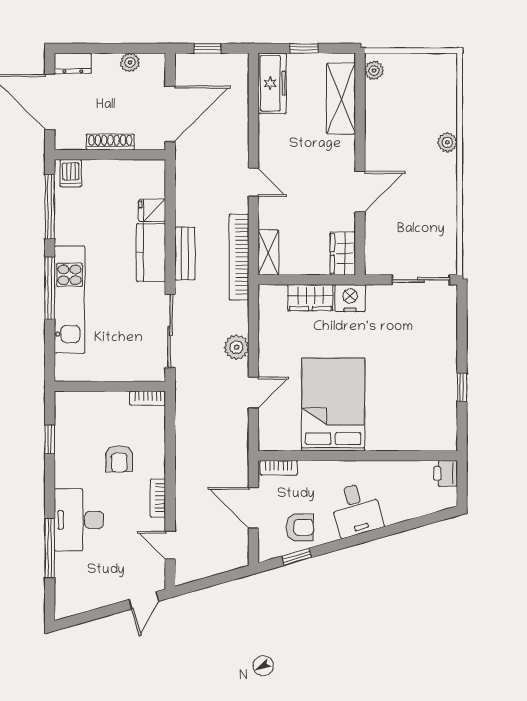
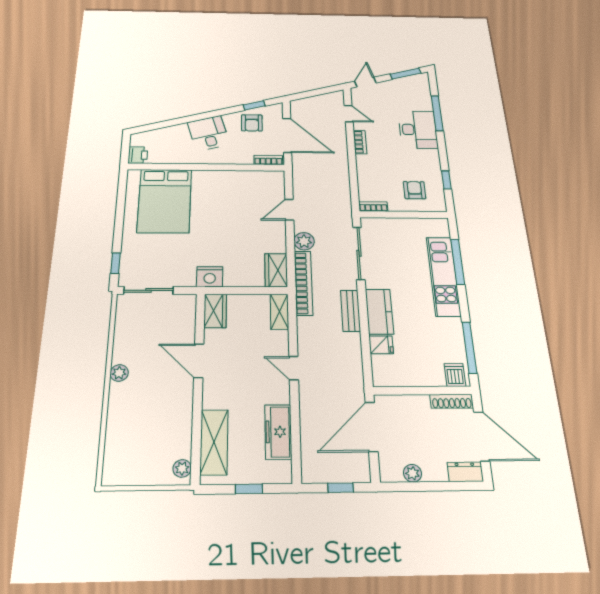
freezer: (272, 83) -> (278, 432), moved
shoe rack: (110, 142) -> (452, 401), moved
plant: (447, 142) -> (119, 373), moved
door: (360, 192) -> (199, 361), hinge flipped
bookcase: (239, 257) -> (303, 283), moved
window: (50, 288) -> (458, 262), moved
wardrobe: (310, 298) -> (276, 270), moved, turned -90
window: (462, 387) -> (115, 263), moved
bed: (333, 405) -> (165, 201), moved
armchair: (119, 459) -> (415, 190), moved
door: (253, 508) -> (287, 135), width x1.36
armchair: (300, 527) -> (252, 123), turned -90
window: (87, 617) -> (406, 74), added

